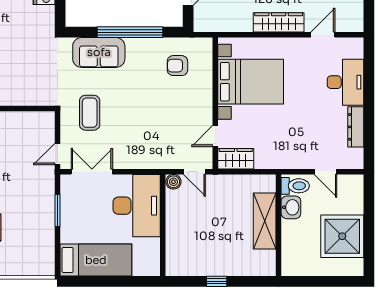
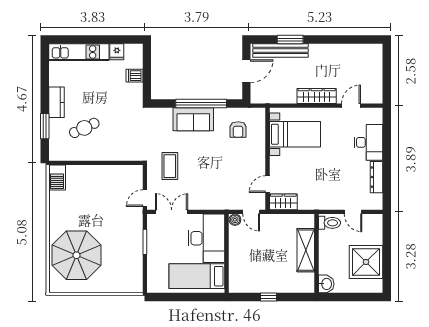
sofa: (99, 52) -> (193, 119), moved
armchair: (177, 66) -> (238, 129), turned -90
bed with nightstands: (251, 82) -> (295, 134), width x0.73
washbasin: (291, 207) -> (326, 284), moved
bed: (96, 260) -> (197, 276), moved, turned 180

